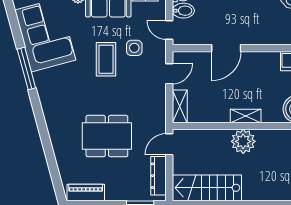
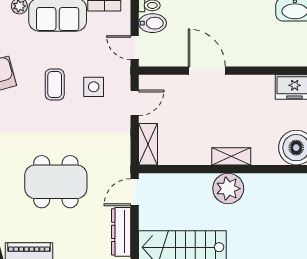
side table: (134, 48) -> (94, 87), moved
door: (226, 48) -> (207, 71), swing flipped
coffee table: (106, 59) -> (55, 85), width x0.73, depth x0.77

